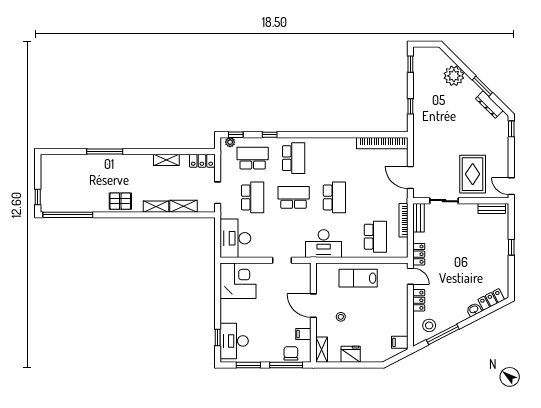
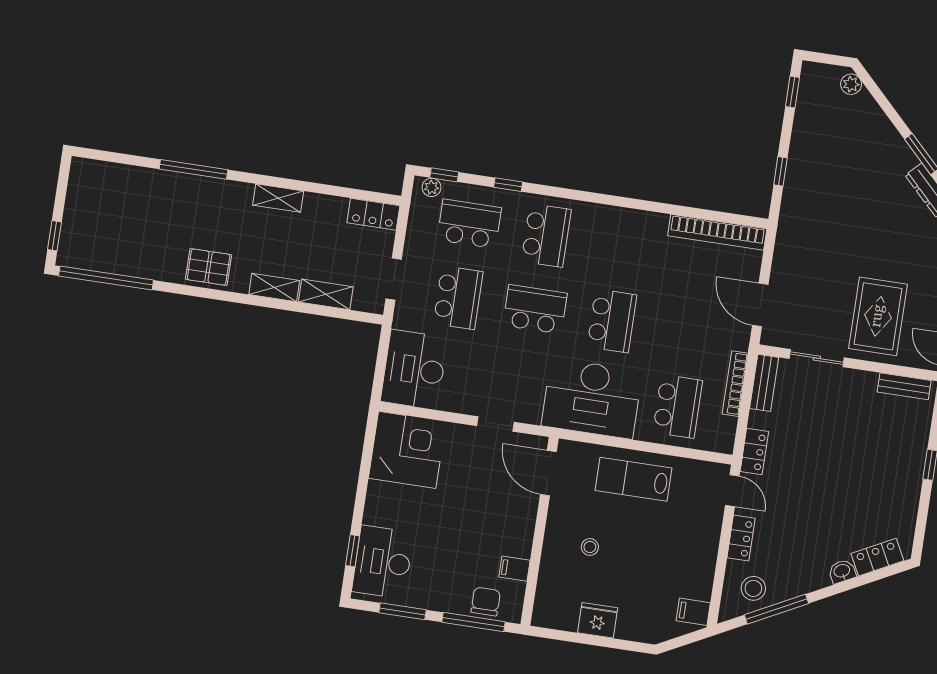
plant: (454, 76) -> (851, 84), moved, width x0.53, depth x0.53
shelving: (166, 160) -> (278, 198), moved
desk: (324, 244) -> (592, 398), width x1.36, depth x1.30
door: (313, 306) -> (548, 473), moved
shelving: (322, 350) -> (545, 603), removed

